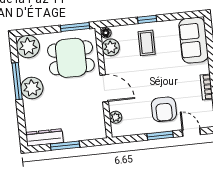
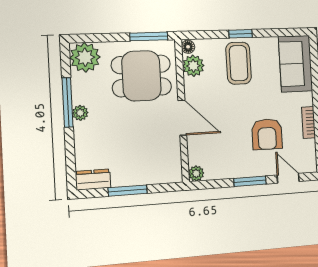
coffee table: (147, 43) -> (239, 63), width x1.36, depth x1.30
plant: (32, 88) -> (80, 113), width x0.53, depth x0.53
armchair: (164, 109) -> (267, 134), moved
plant: (116, 117) -> (196, 173), moved
dresser: (44, 137) -> (93, 180), width x0.70

